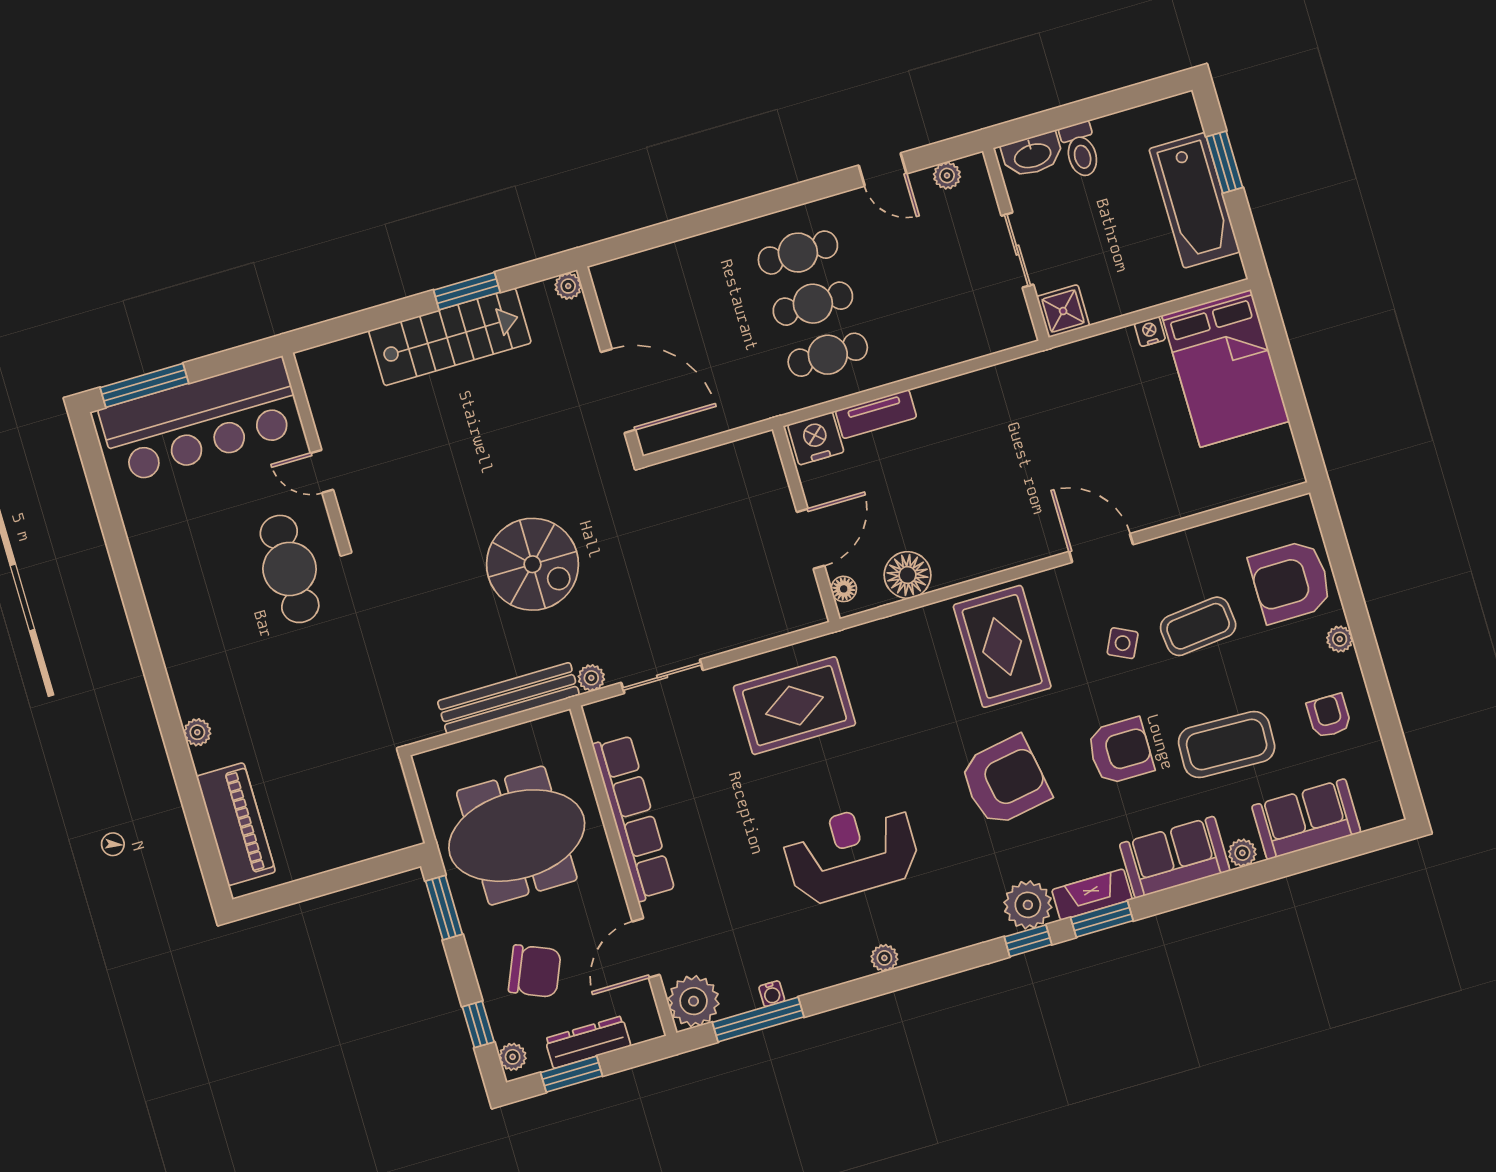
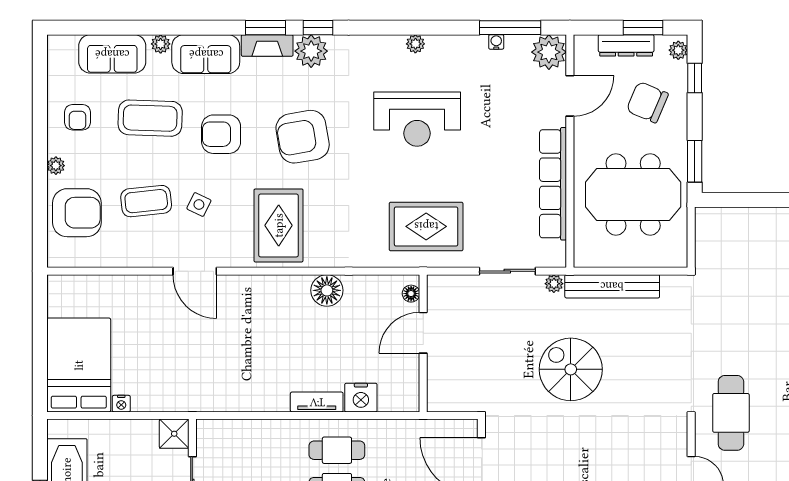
wall: (806, 524) -> (423, 343), moved
door: (811, 539) -> (423, 333), moved
floor lamp: (844, 589) -> (411, 294), moved

